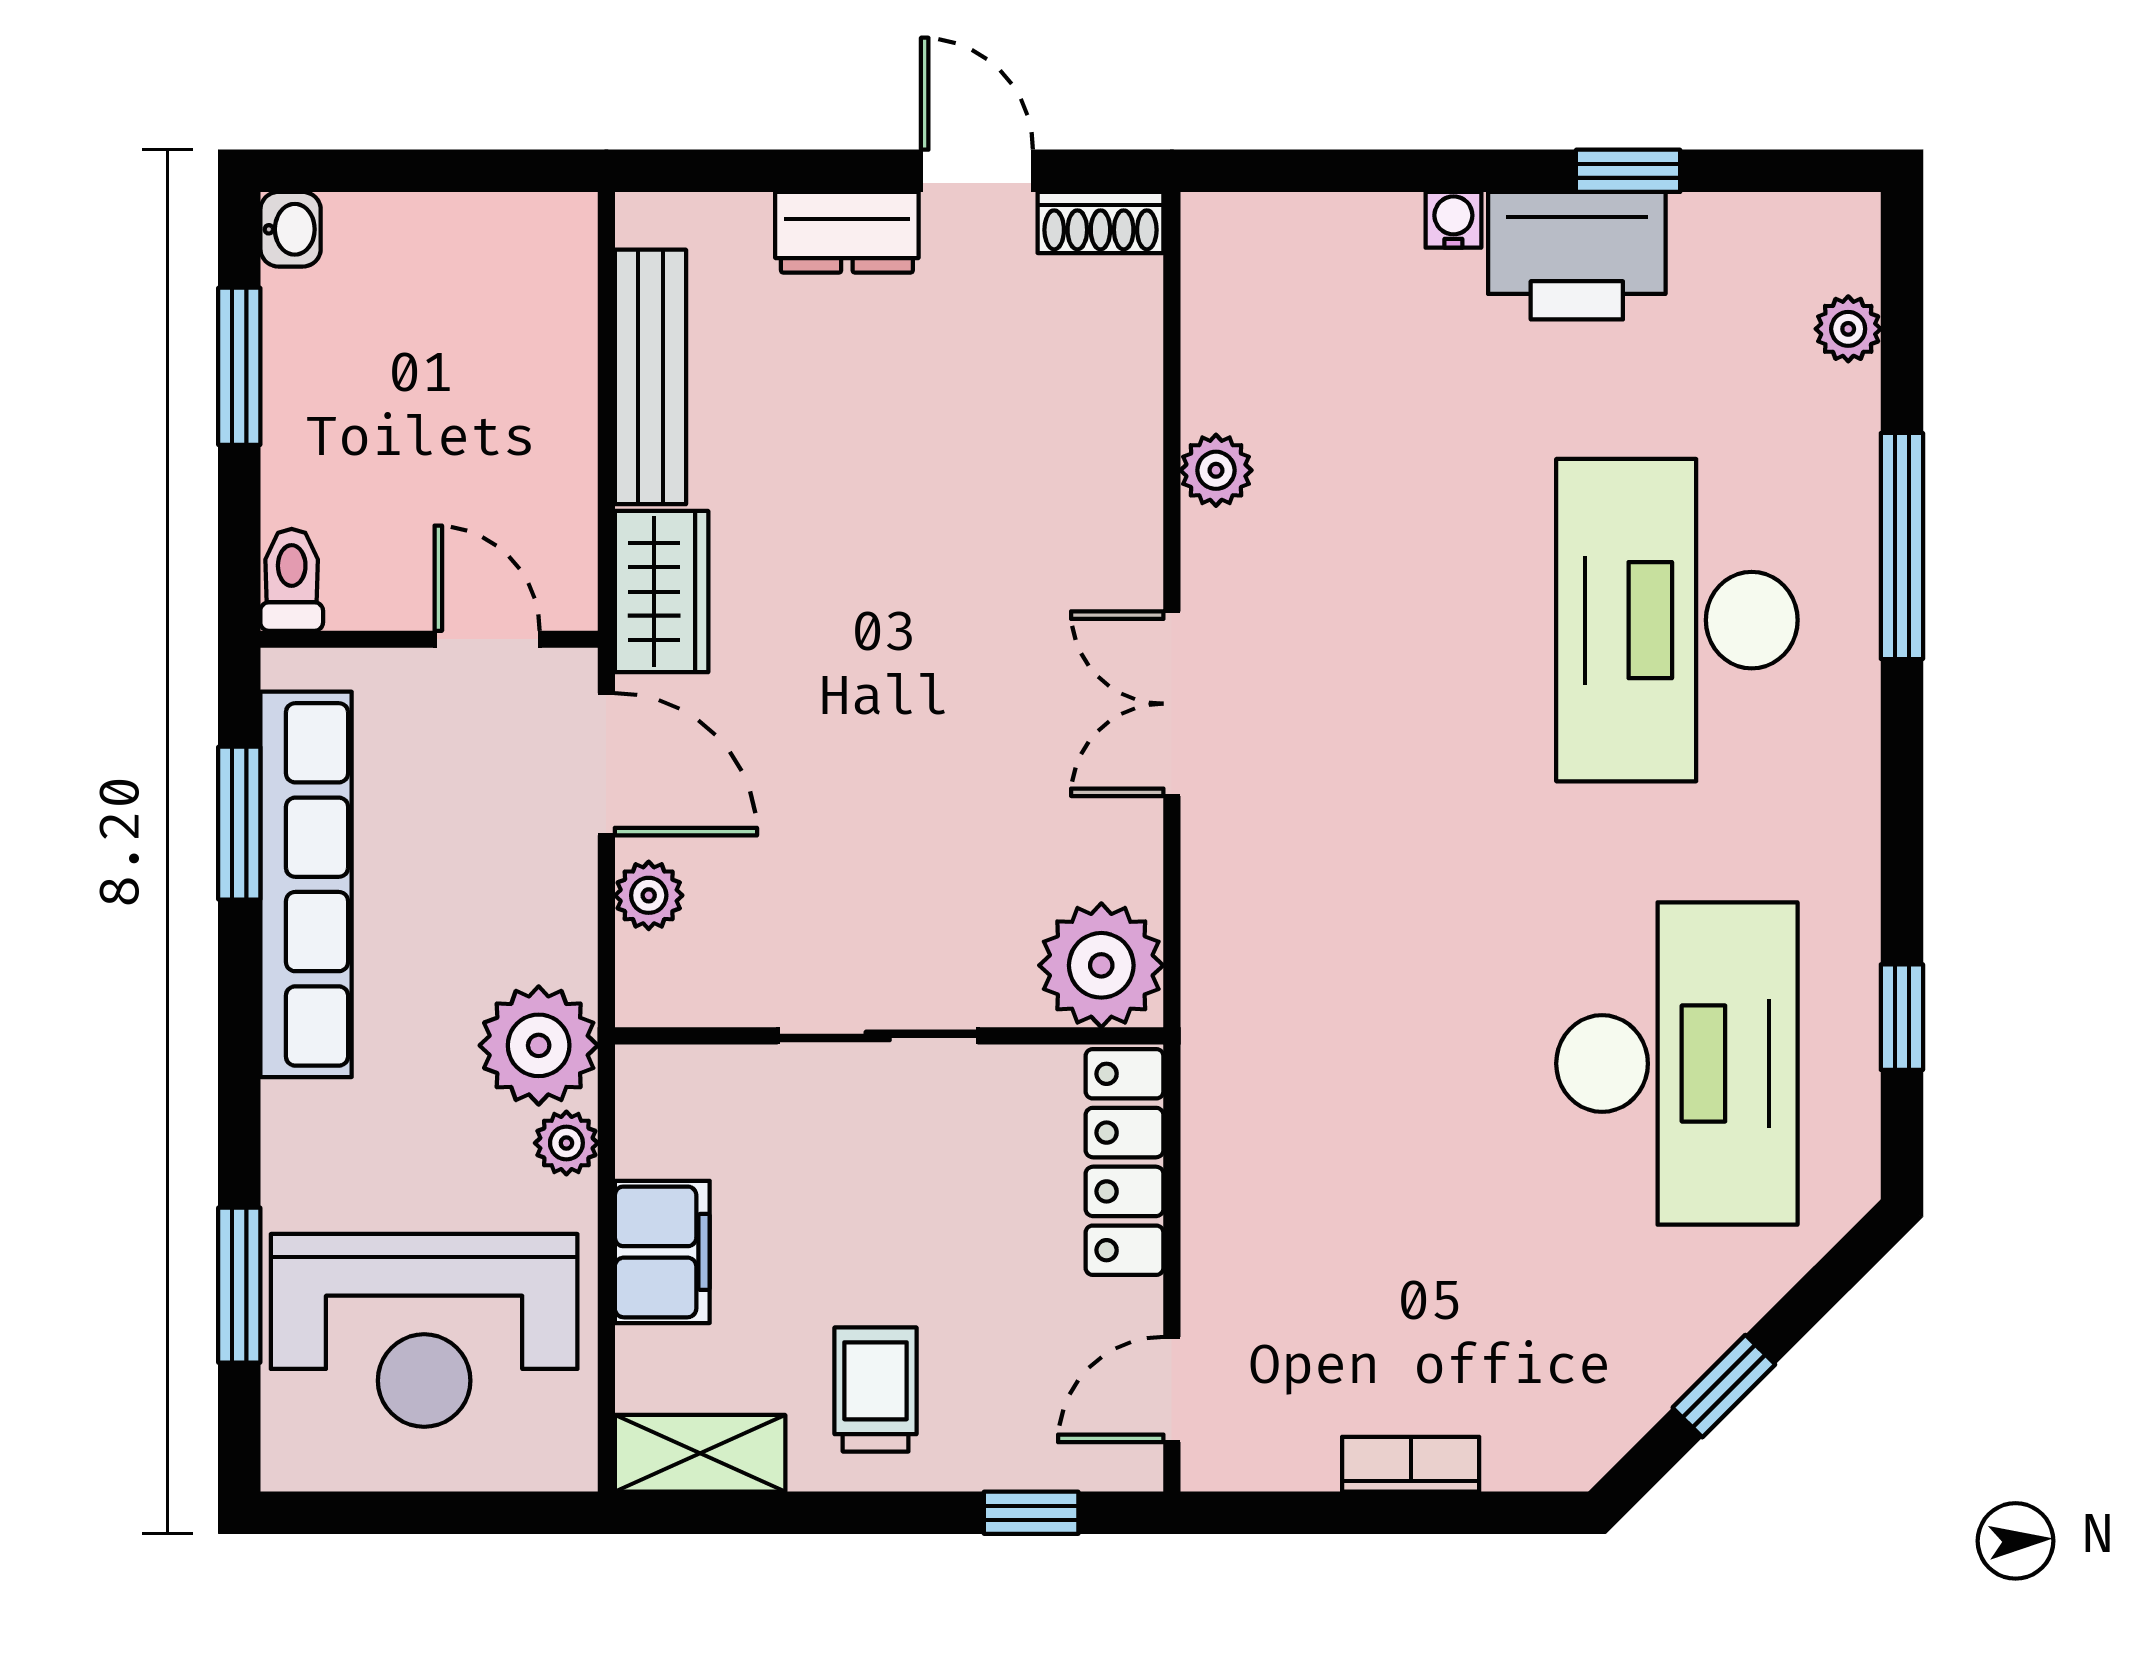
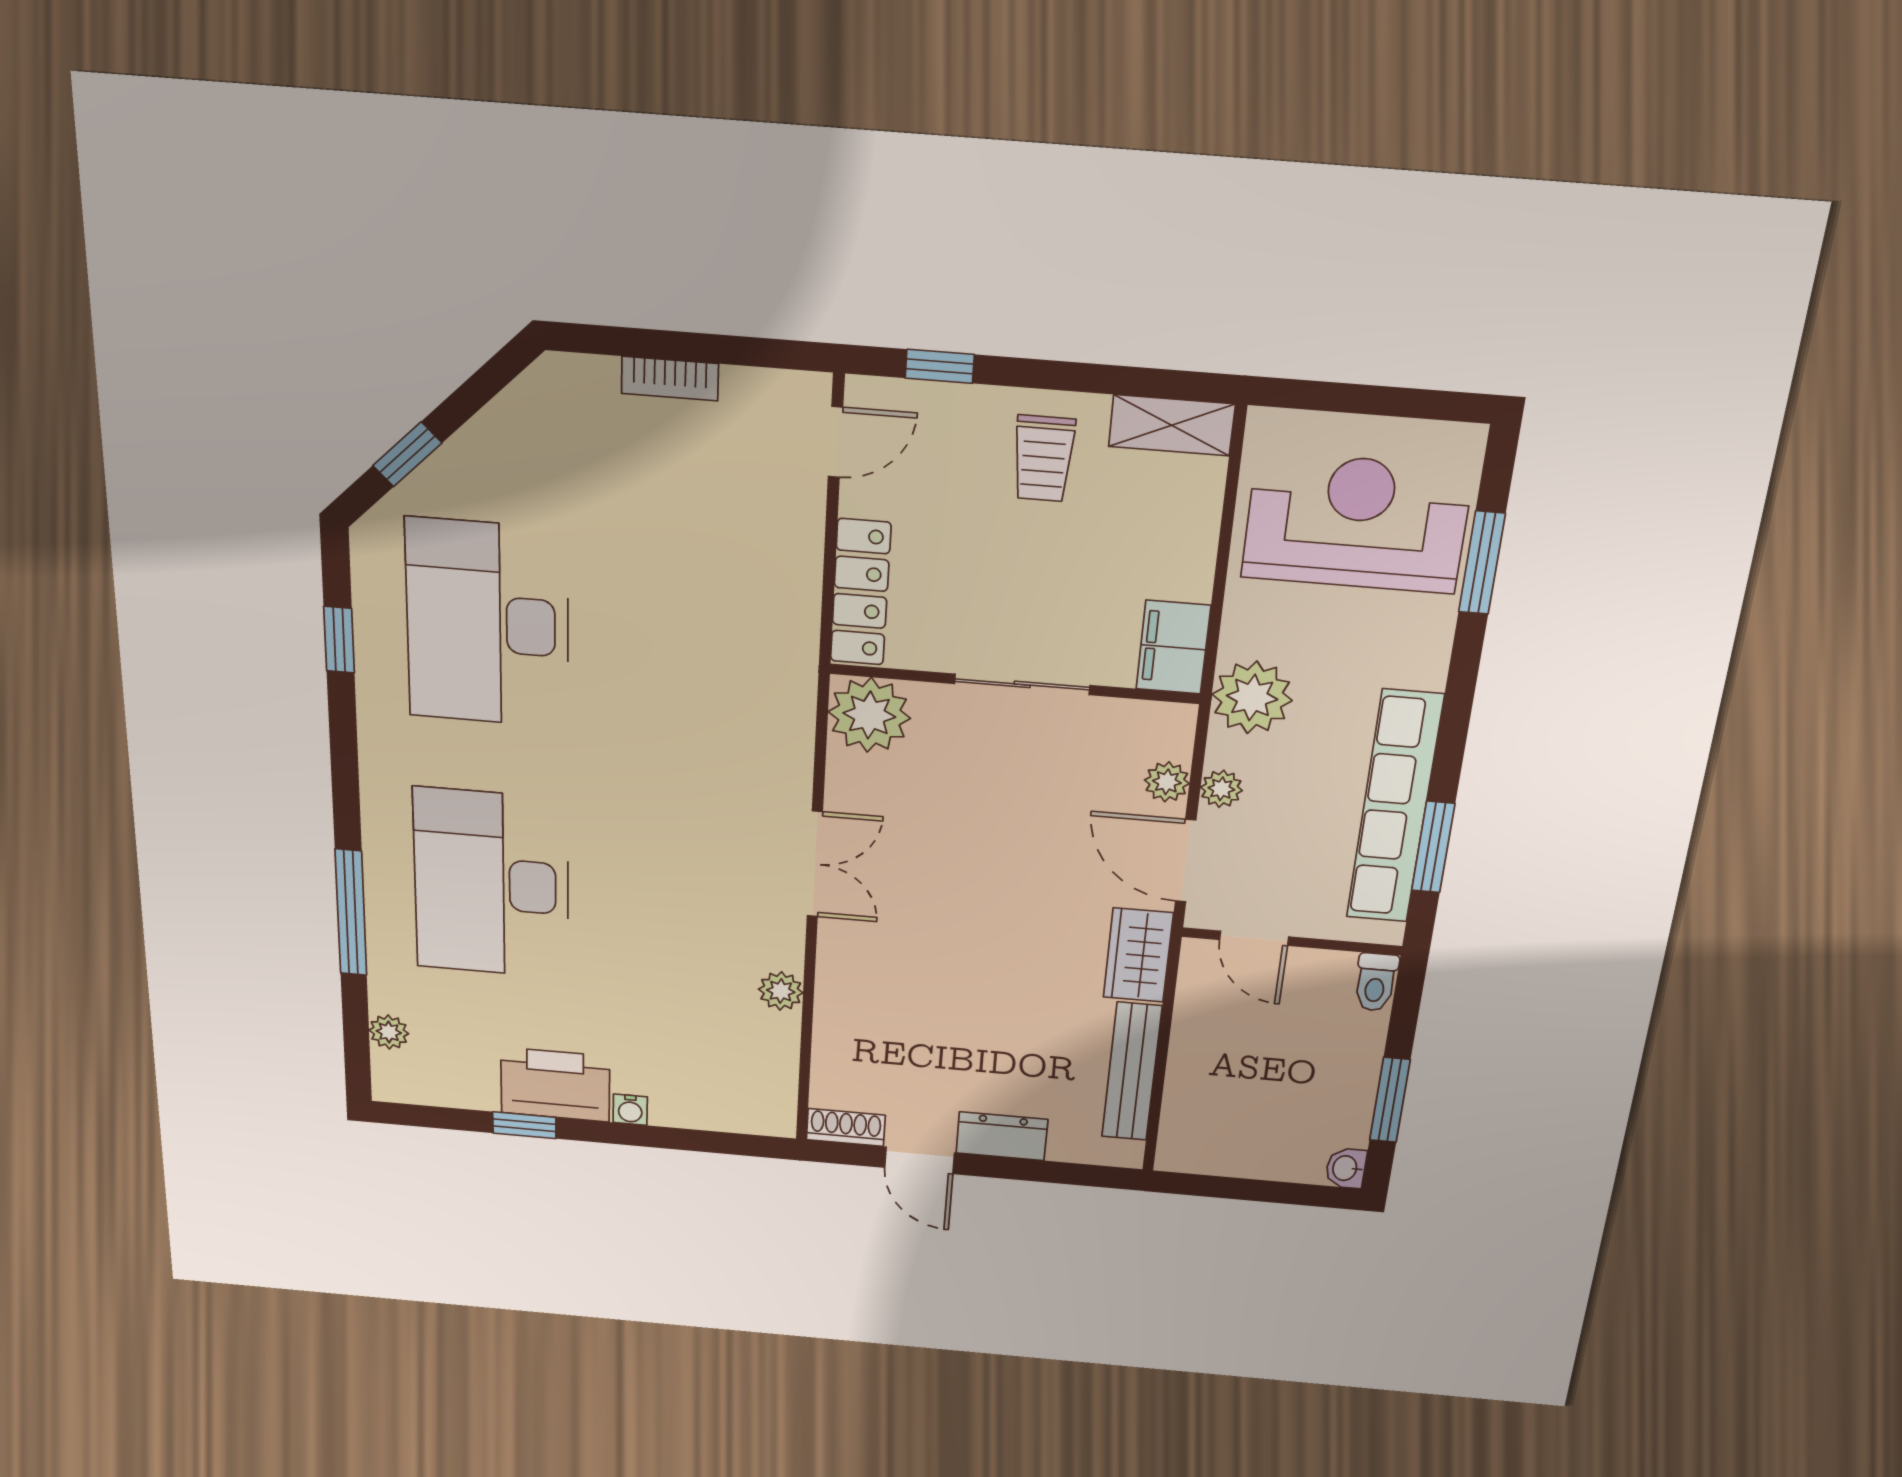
desk: (1677, 620) -> (491, 884), turned 180
plant: (566, 1143) -> (1221, 789), moved
filing cabinet: (662, 1252) -> (1173, 647), moved
window: (1724, 1386) -> (407, 454), moved

